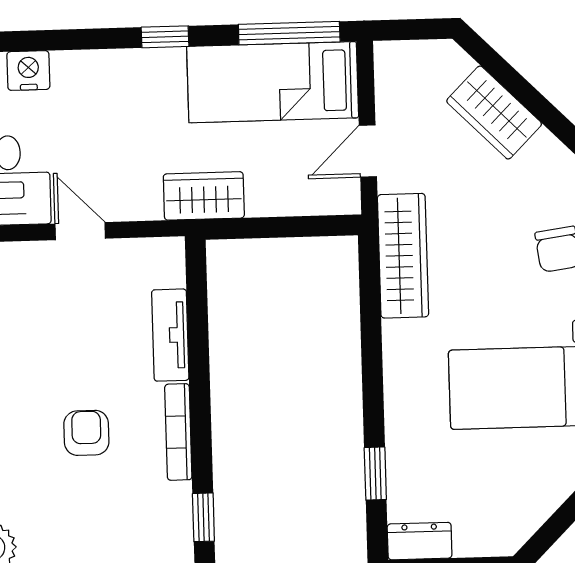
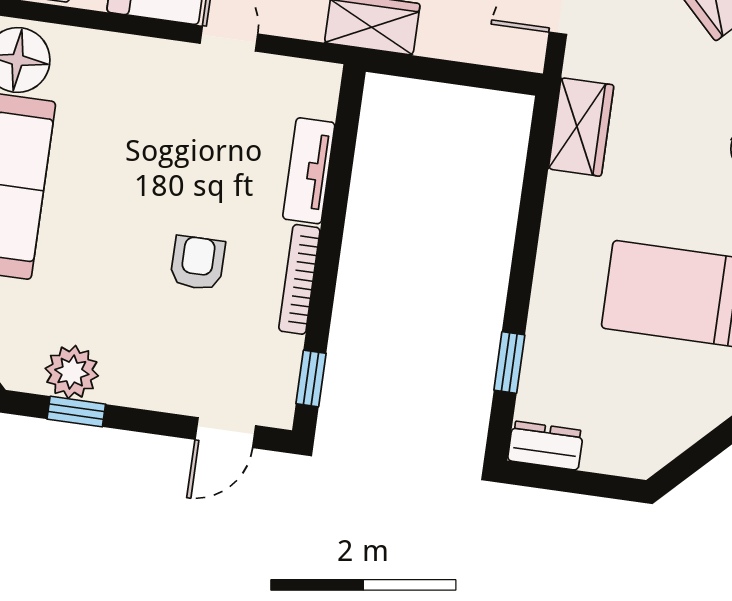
wardrobe: (403, 256) -> (581, 127), width x0.67

